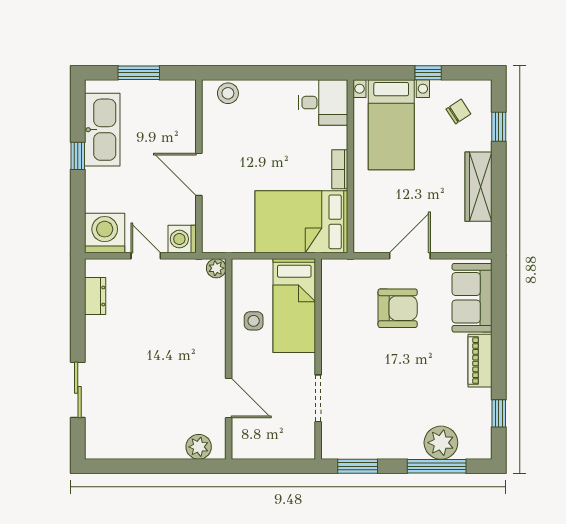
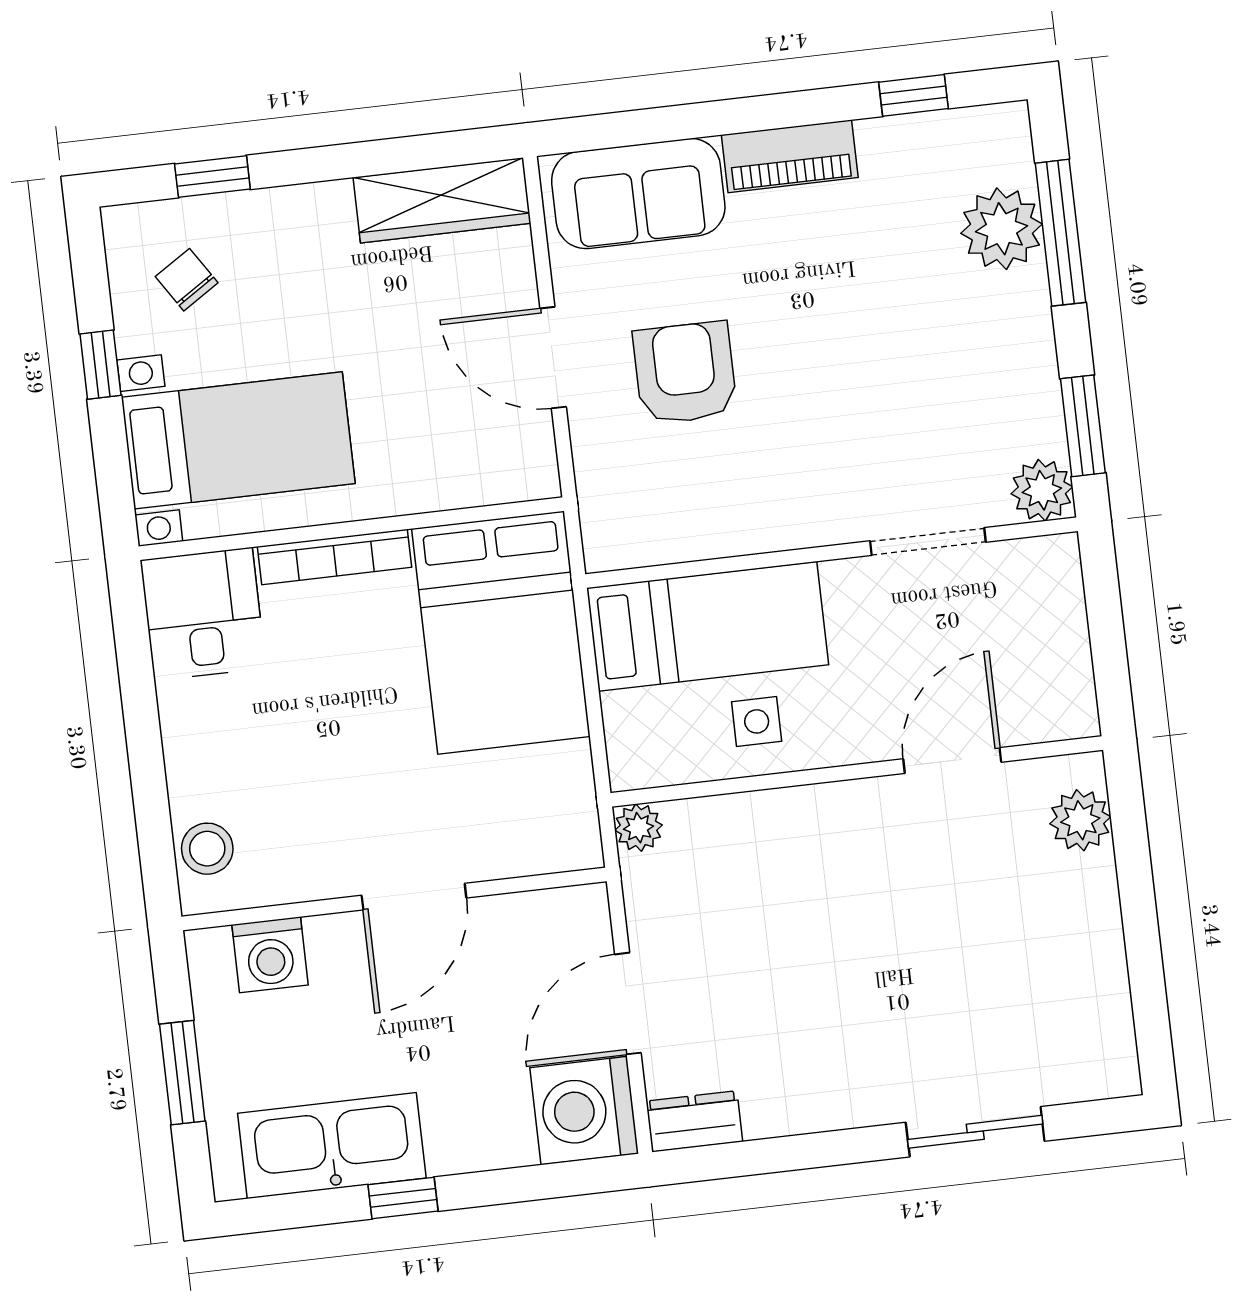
bookcase: (340, 169) -> (334, 557), width x1.56
wardrobe: (479, 187) -> (442, 200), moved
washing machine: (182, 239) -> (270, 955), moved
door: (146, 256) -> (628, 1004), width x1.38
dresser: (95, 296) -> (694, 1121), moved
plant: (334, 447) -> (1042, 490), added

